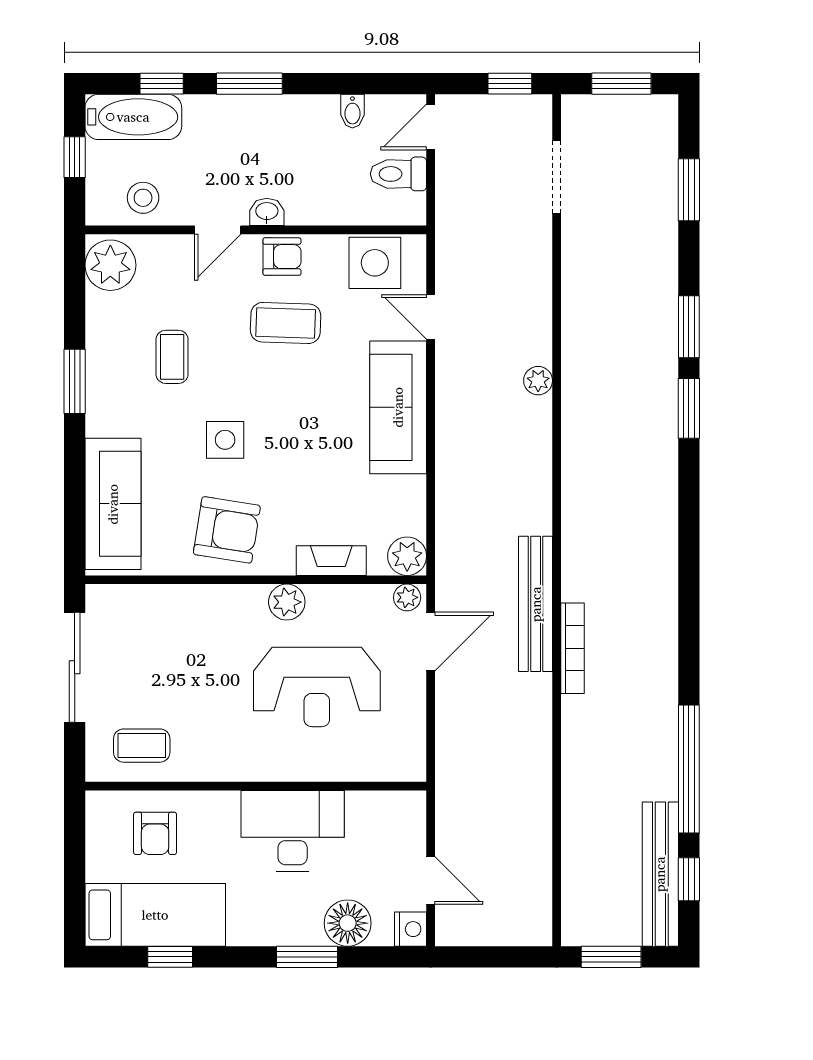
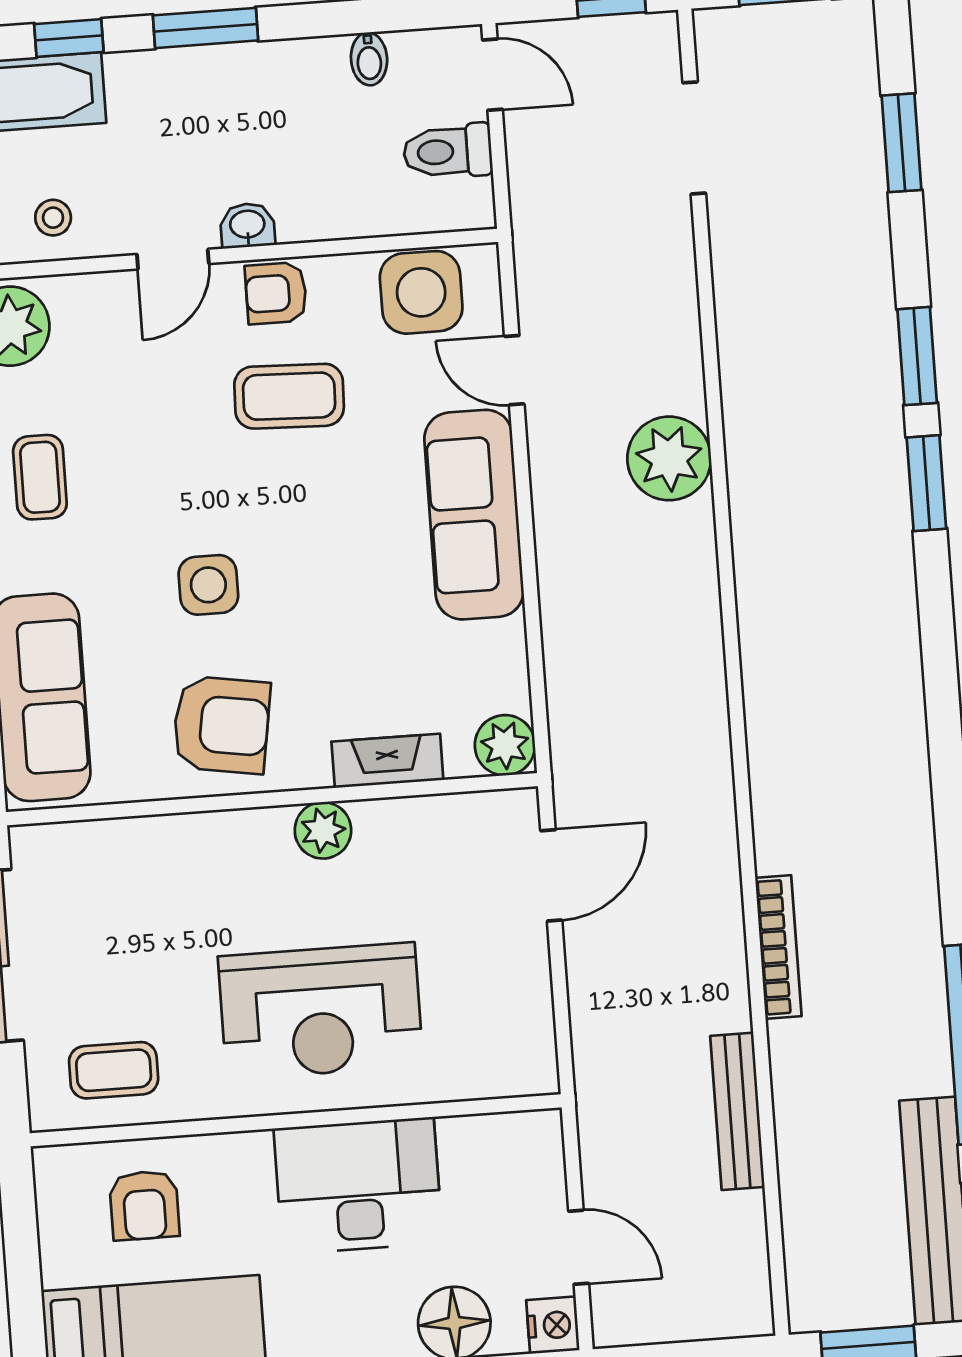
door: (431, 127) -> (493, 75), swing flipped
stool: (143, 198) -> (53, 218), width x0.73, depth x0.73
armchair: (282, 257) -> (276, 293), turned 180
coffee table: (172, 357) -> (40, 477), moved
plant: (538, 381) -> (669, 458), width x1.88, depth x1.88
plant: (407, 597) -> (510, 809), removed
bench: (536, 604) -> (737, 1111), moved, width x0.73, depth x0.82
bookcase: (572, 648) -> (778, 947), moved
reception desk: (317, 687) -> (321, 1011), moved

